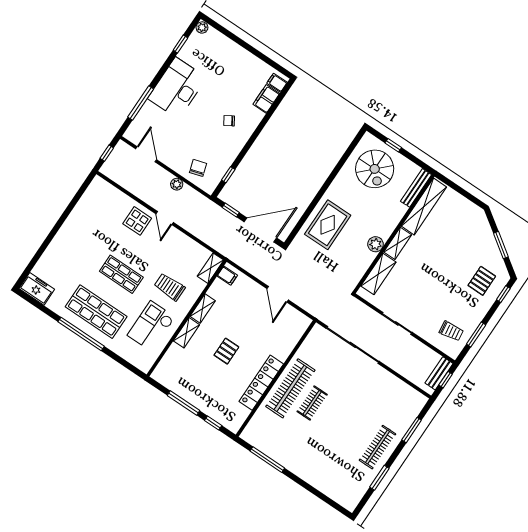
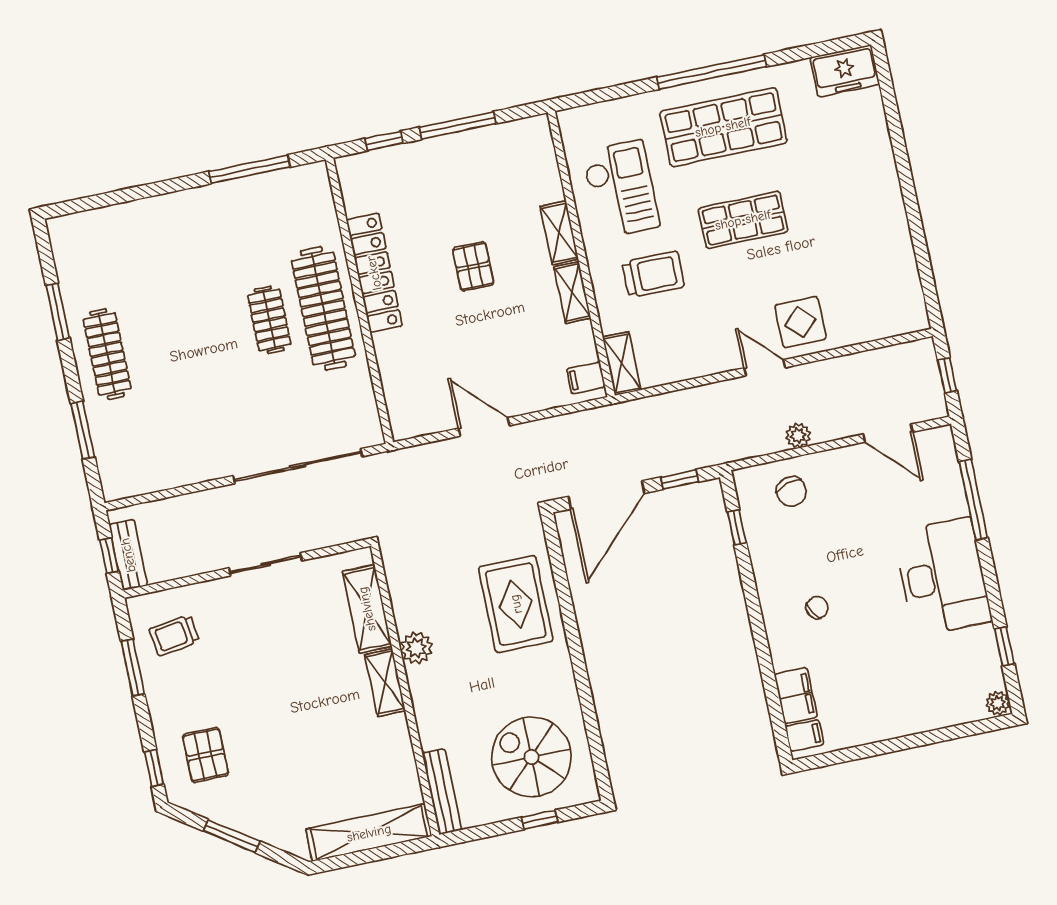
shelving: (424, 206) -> (369, 833), moved, turned 90

